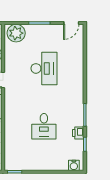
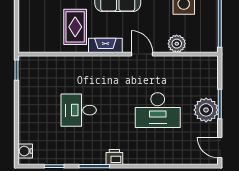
plant: (16, 33) -> (206, 110), moved
printer: (78, 133) -> (114, 157), moved

